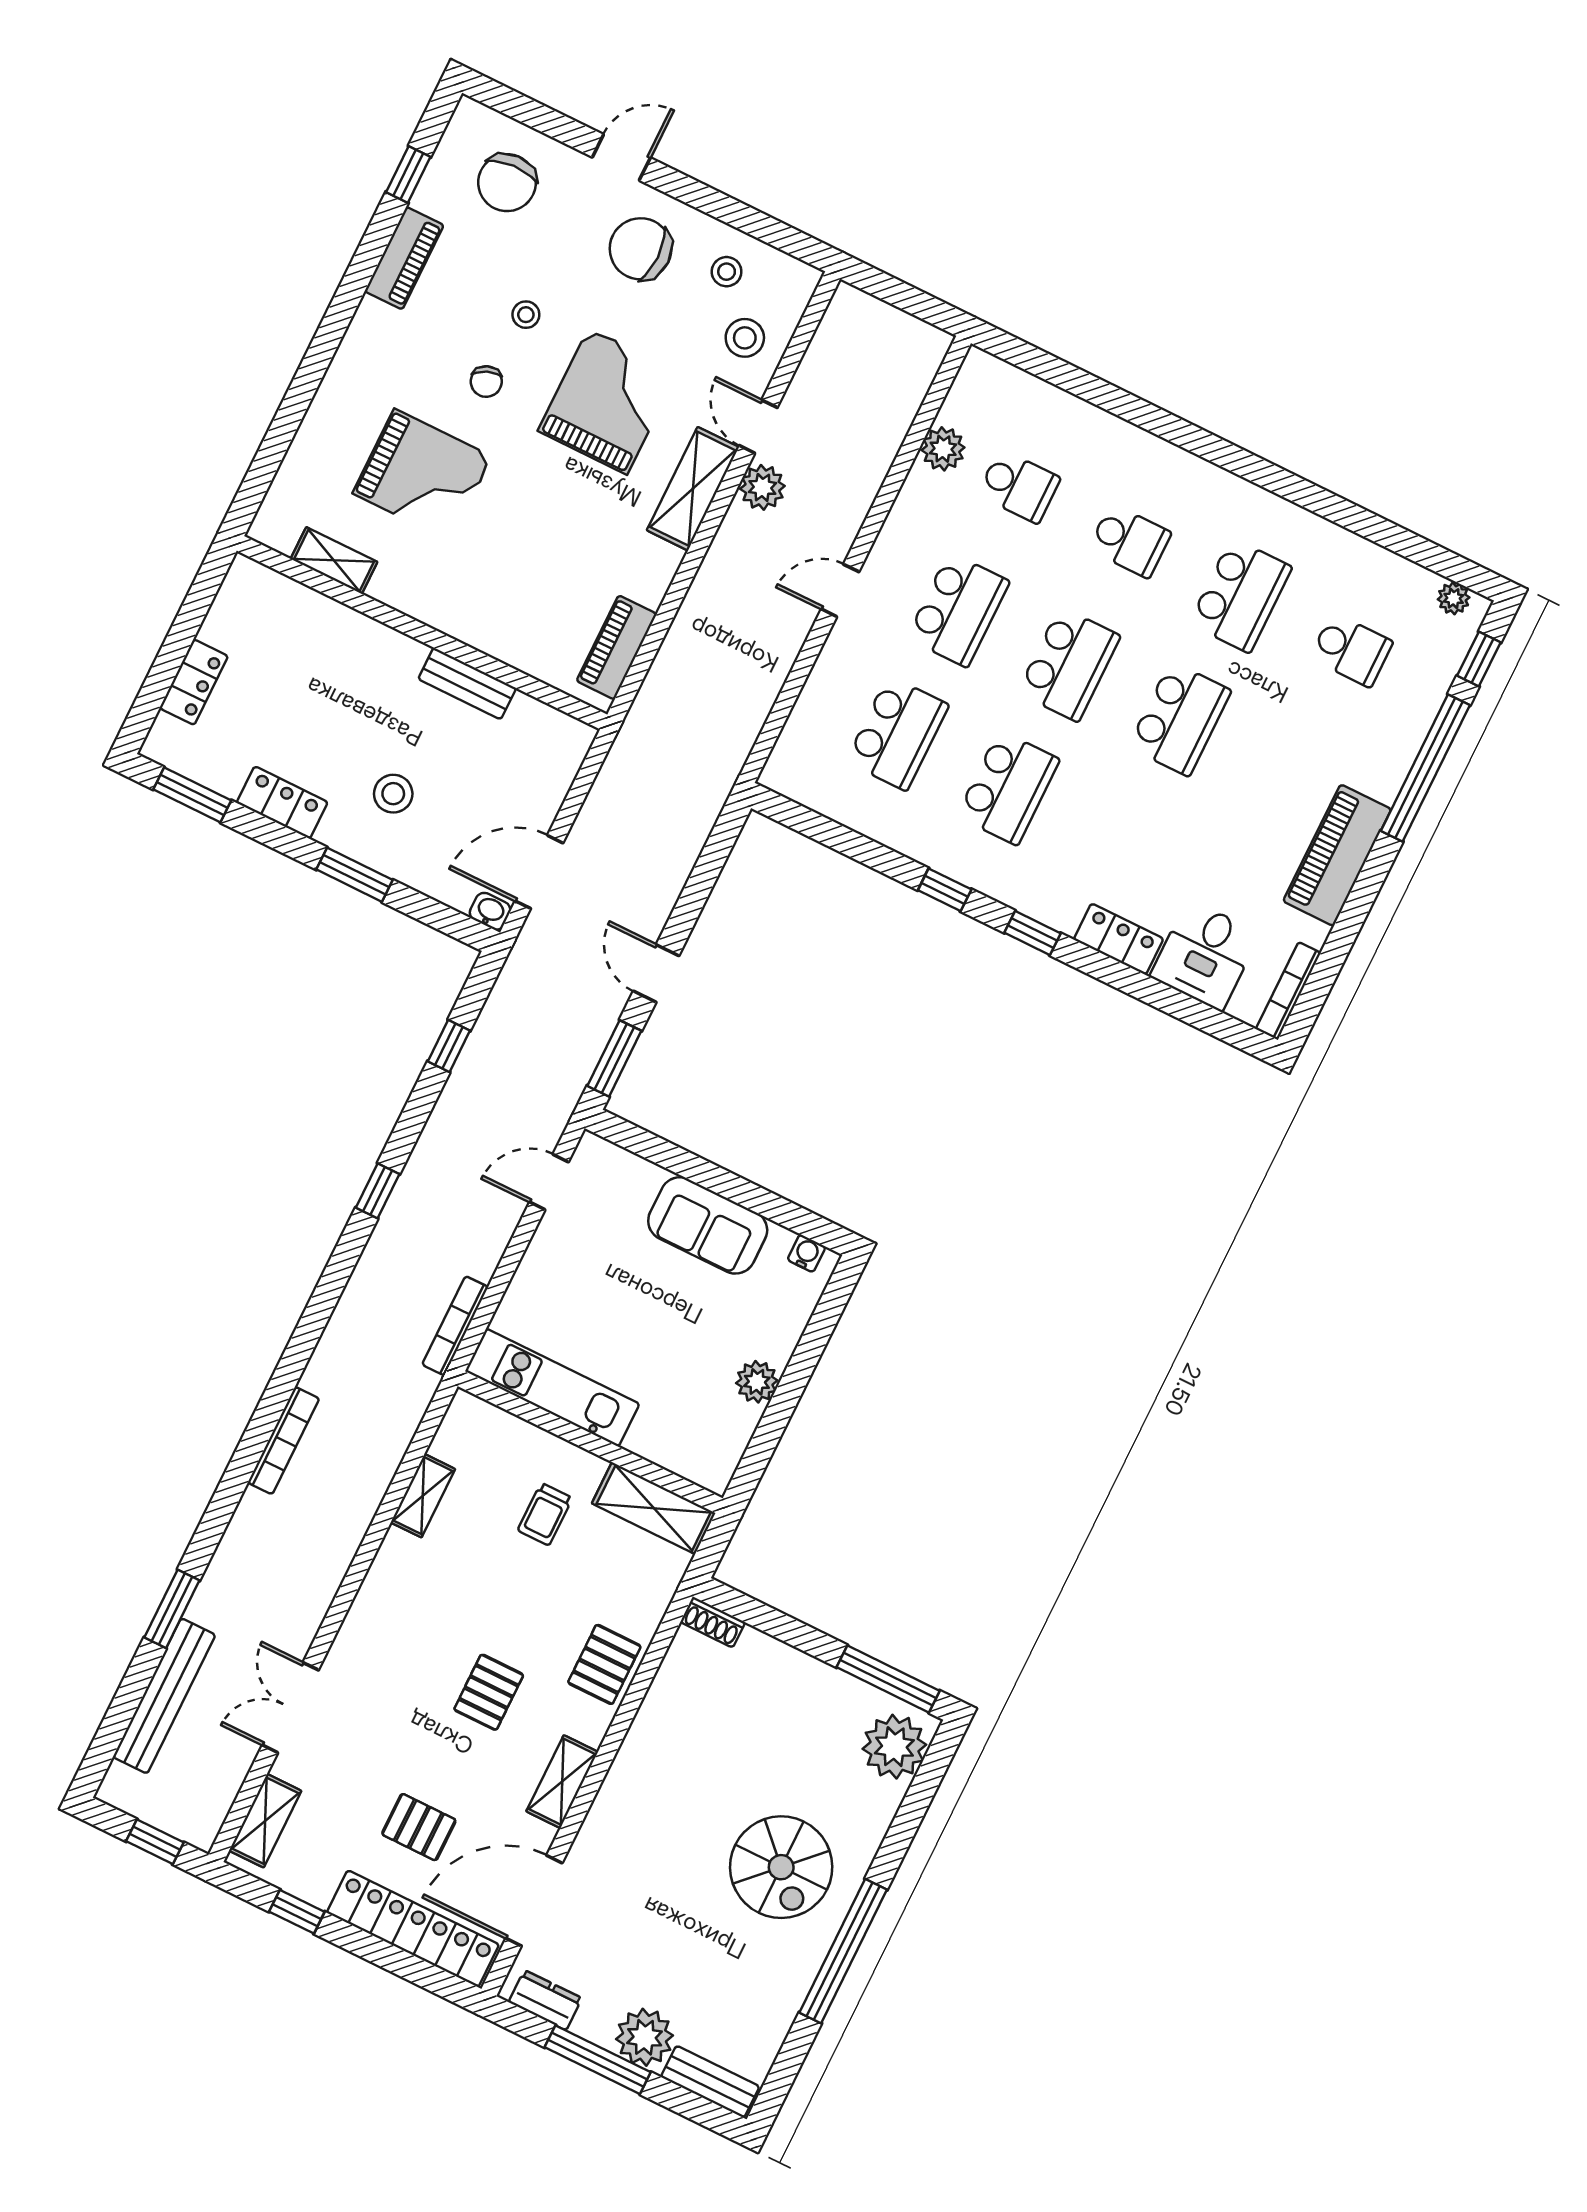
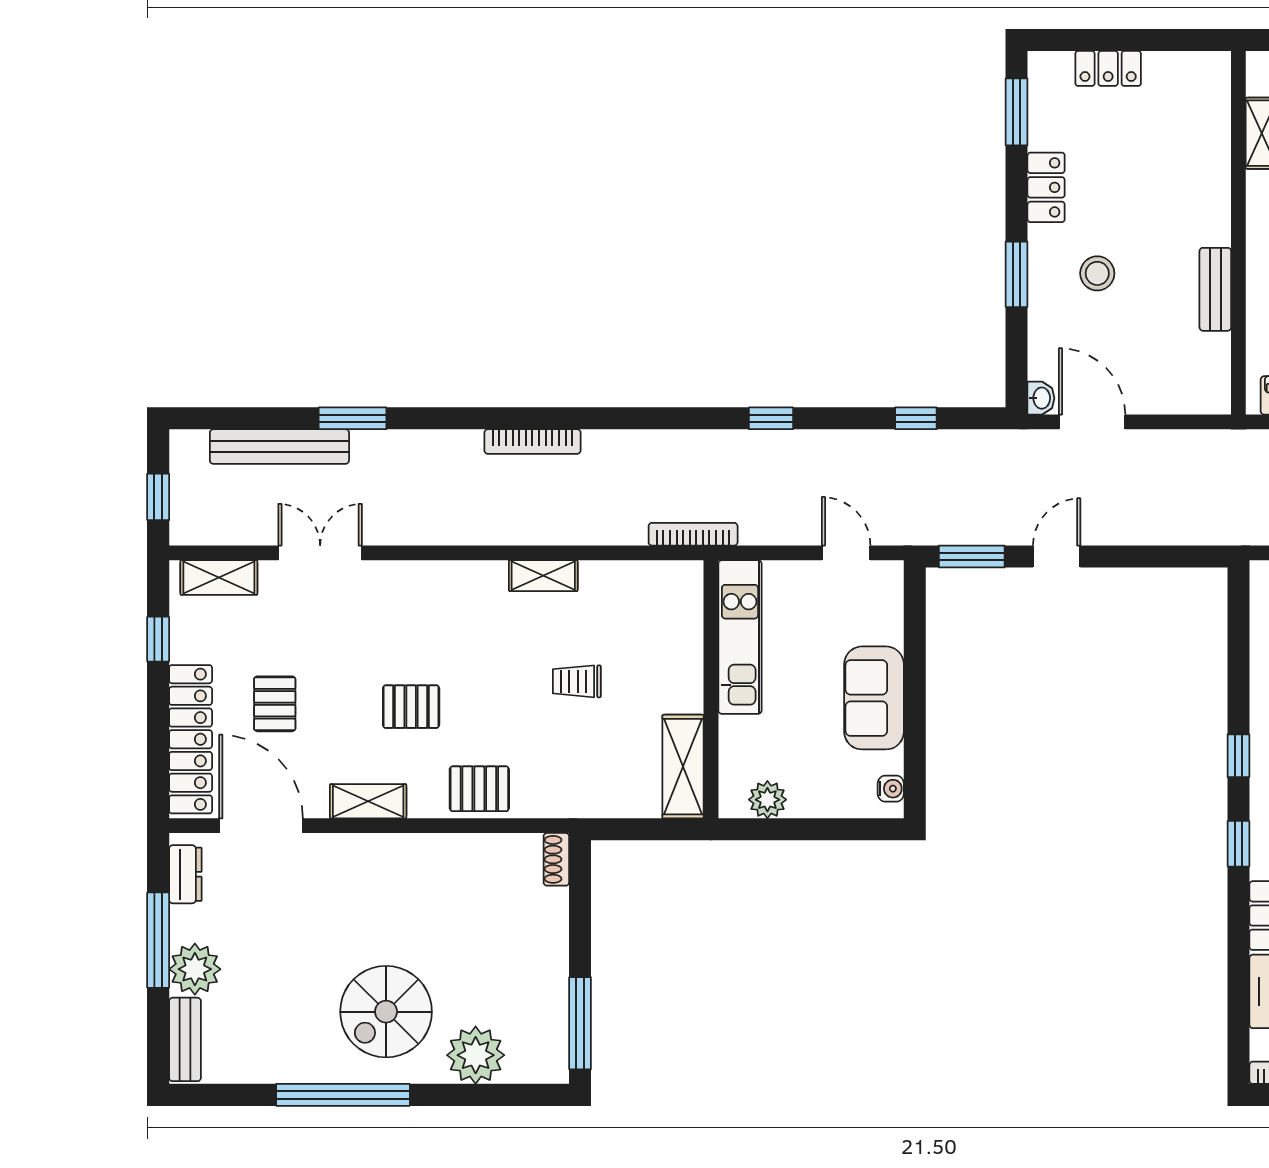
kitchen unit: (552, 1388) -> (740, 637), moved
wall: (590, 1442) -> (711, 689), moved
shelving: (654, 1508) -> (683, 767), moved
plant: (894, 1747) -> (476, 1055), moved

